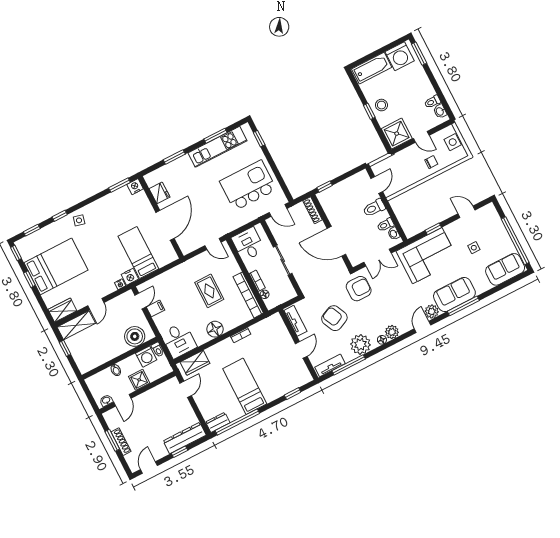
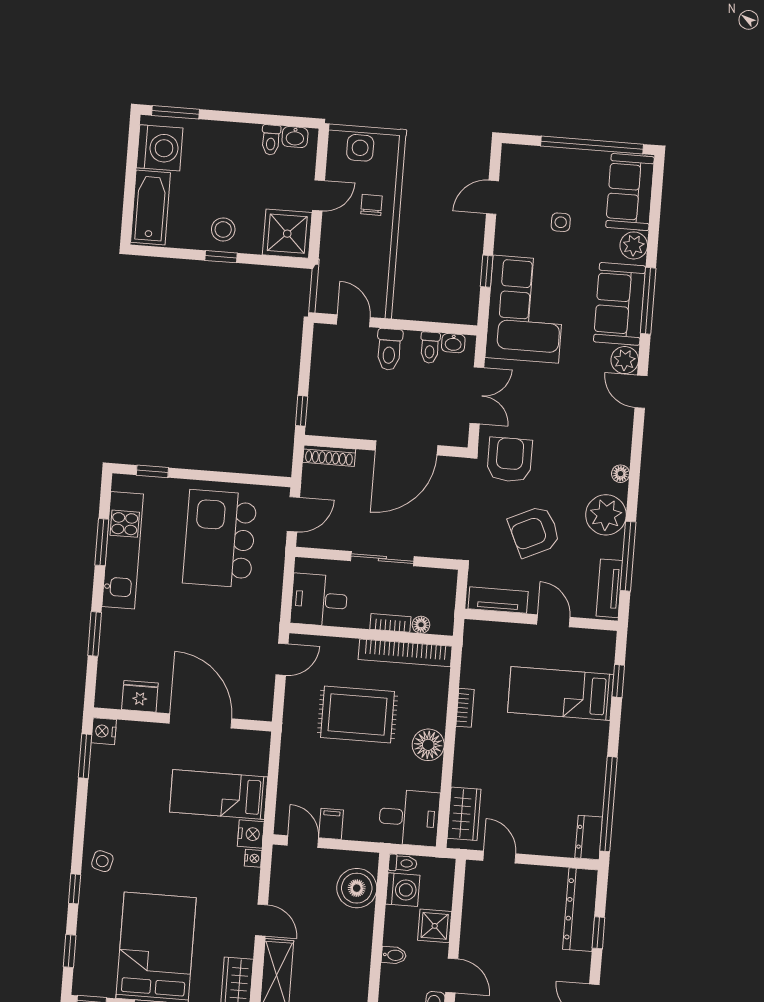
rug: (209, 291) -> (358, 714), width x1.36, depth x1.43
plant: (392, 332) -> (634, 245), moved
bed: (245, 386) -> (561, 693), moved

